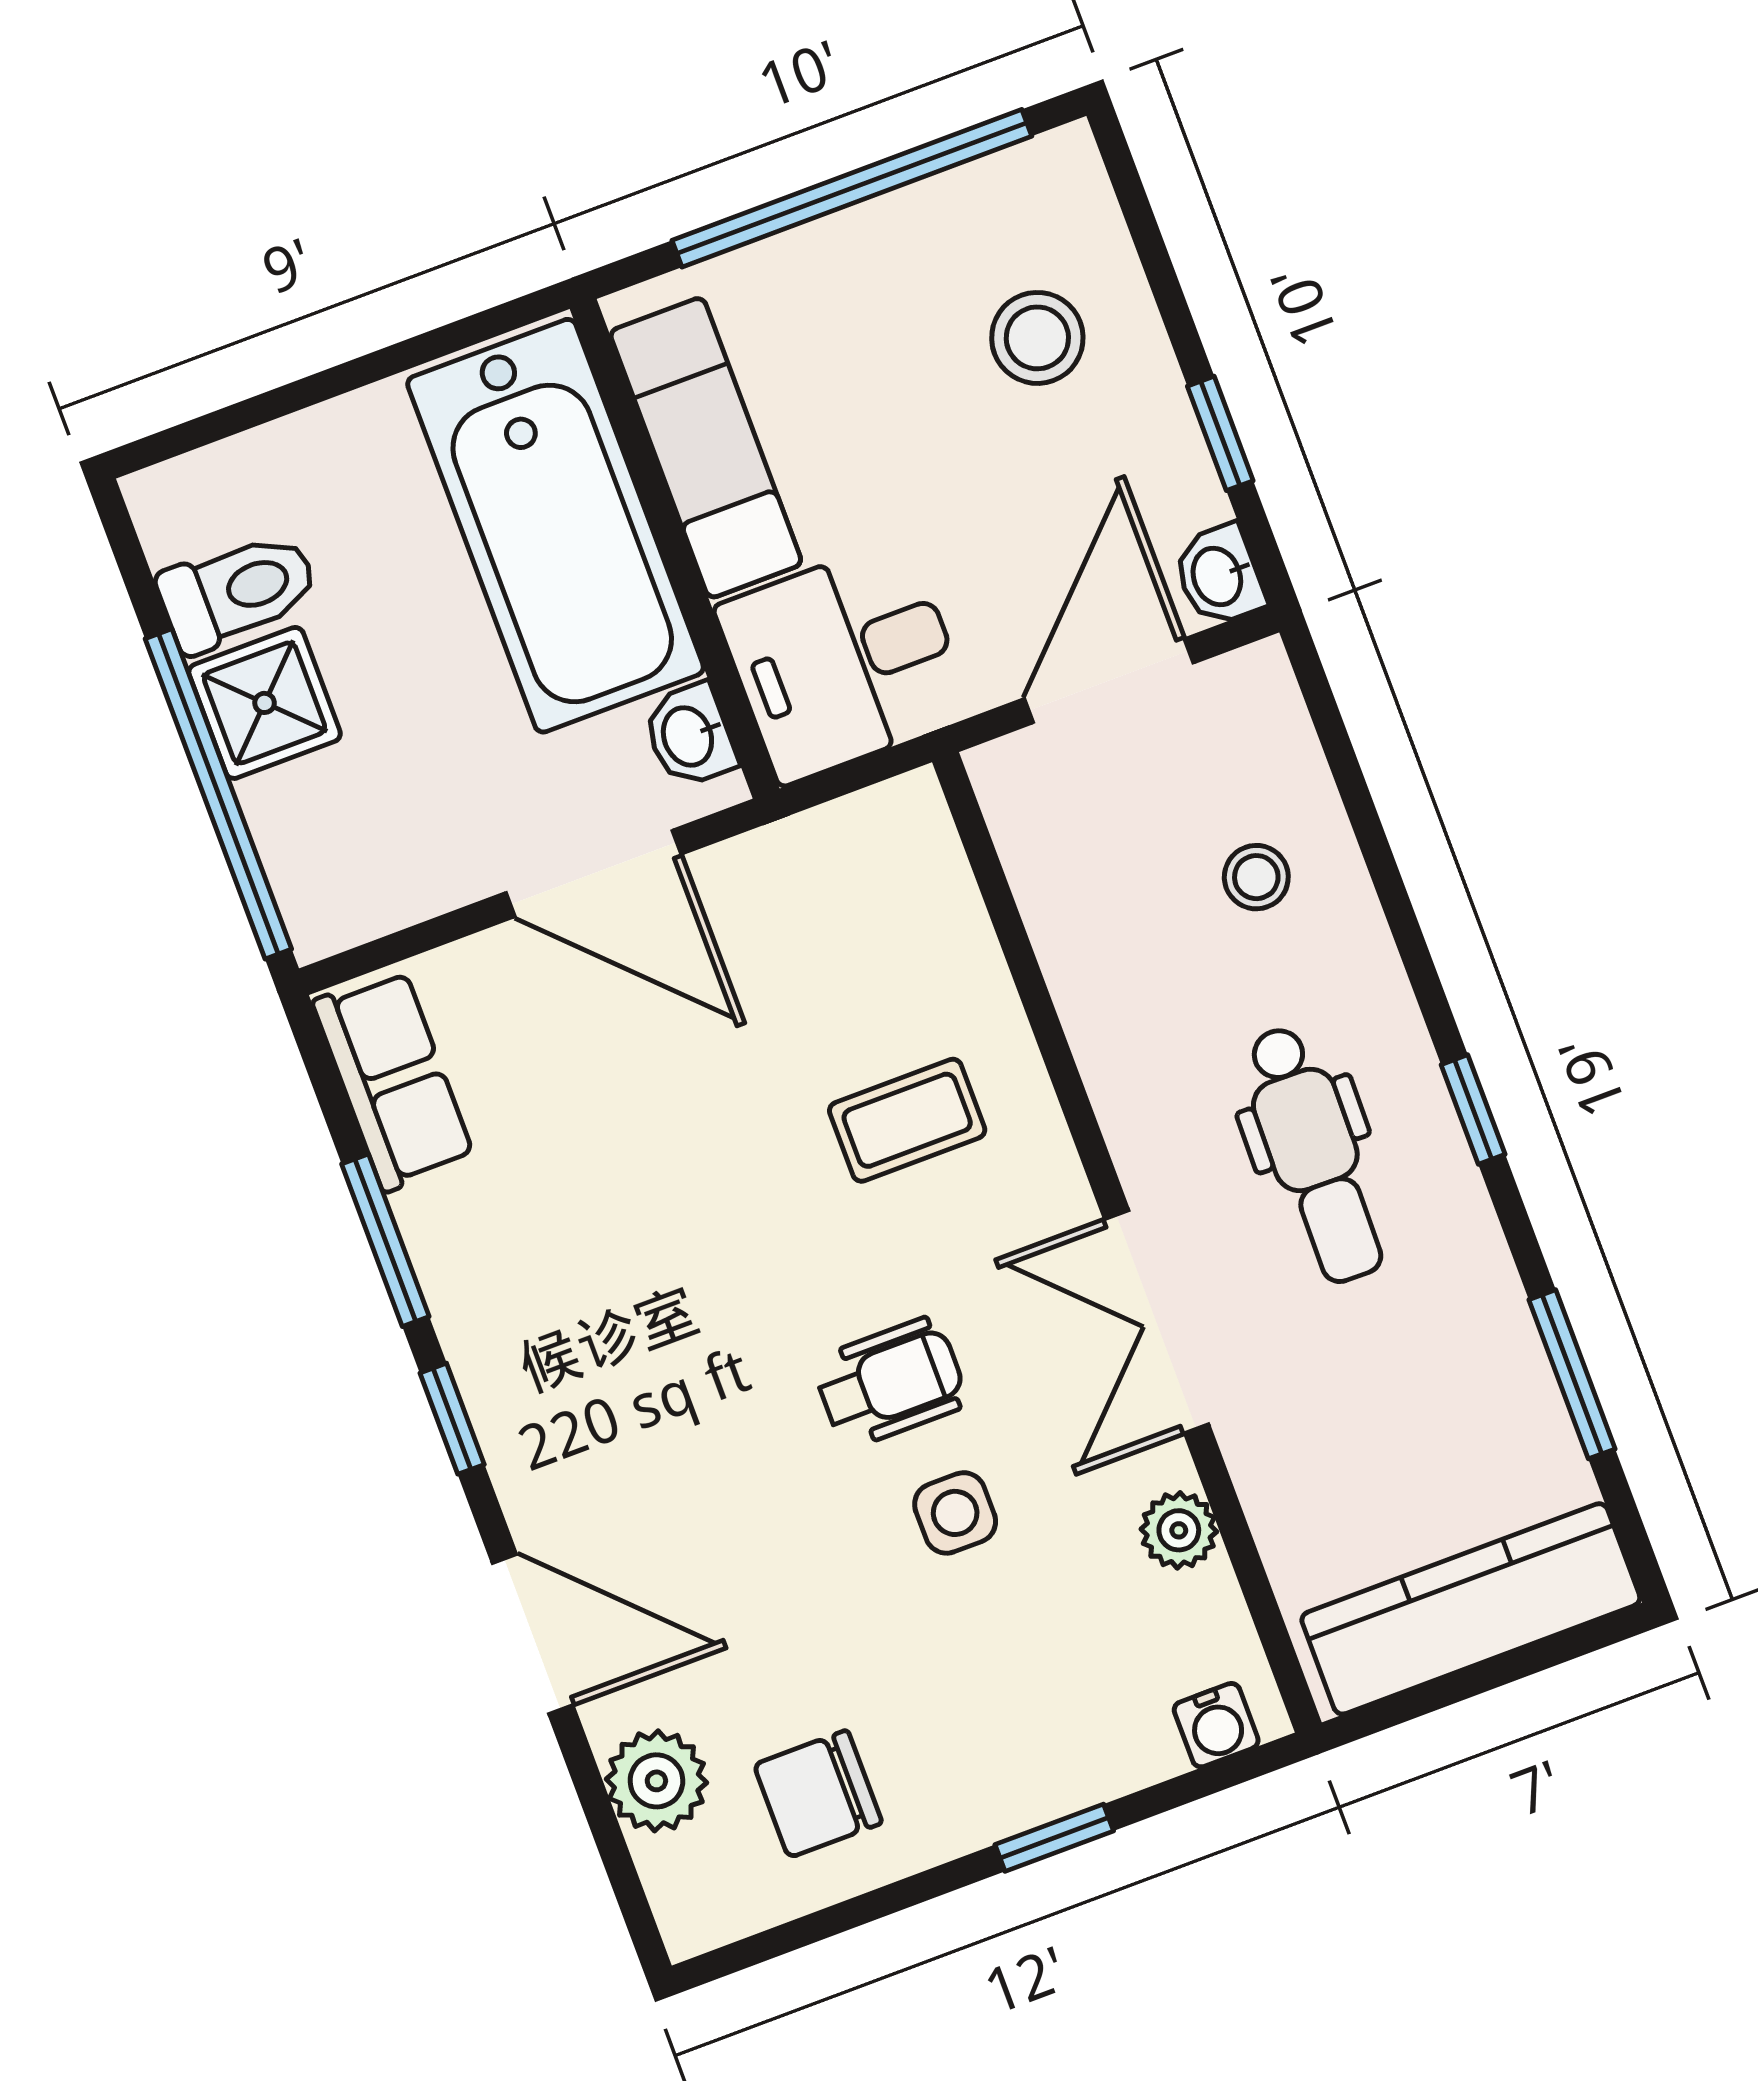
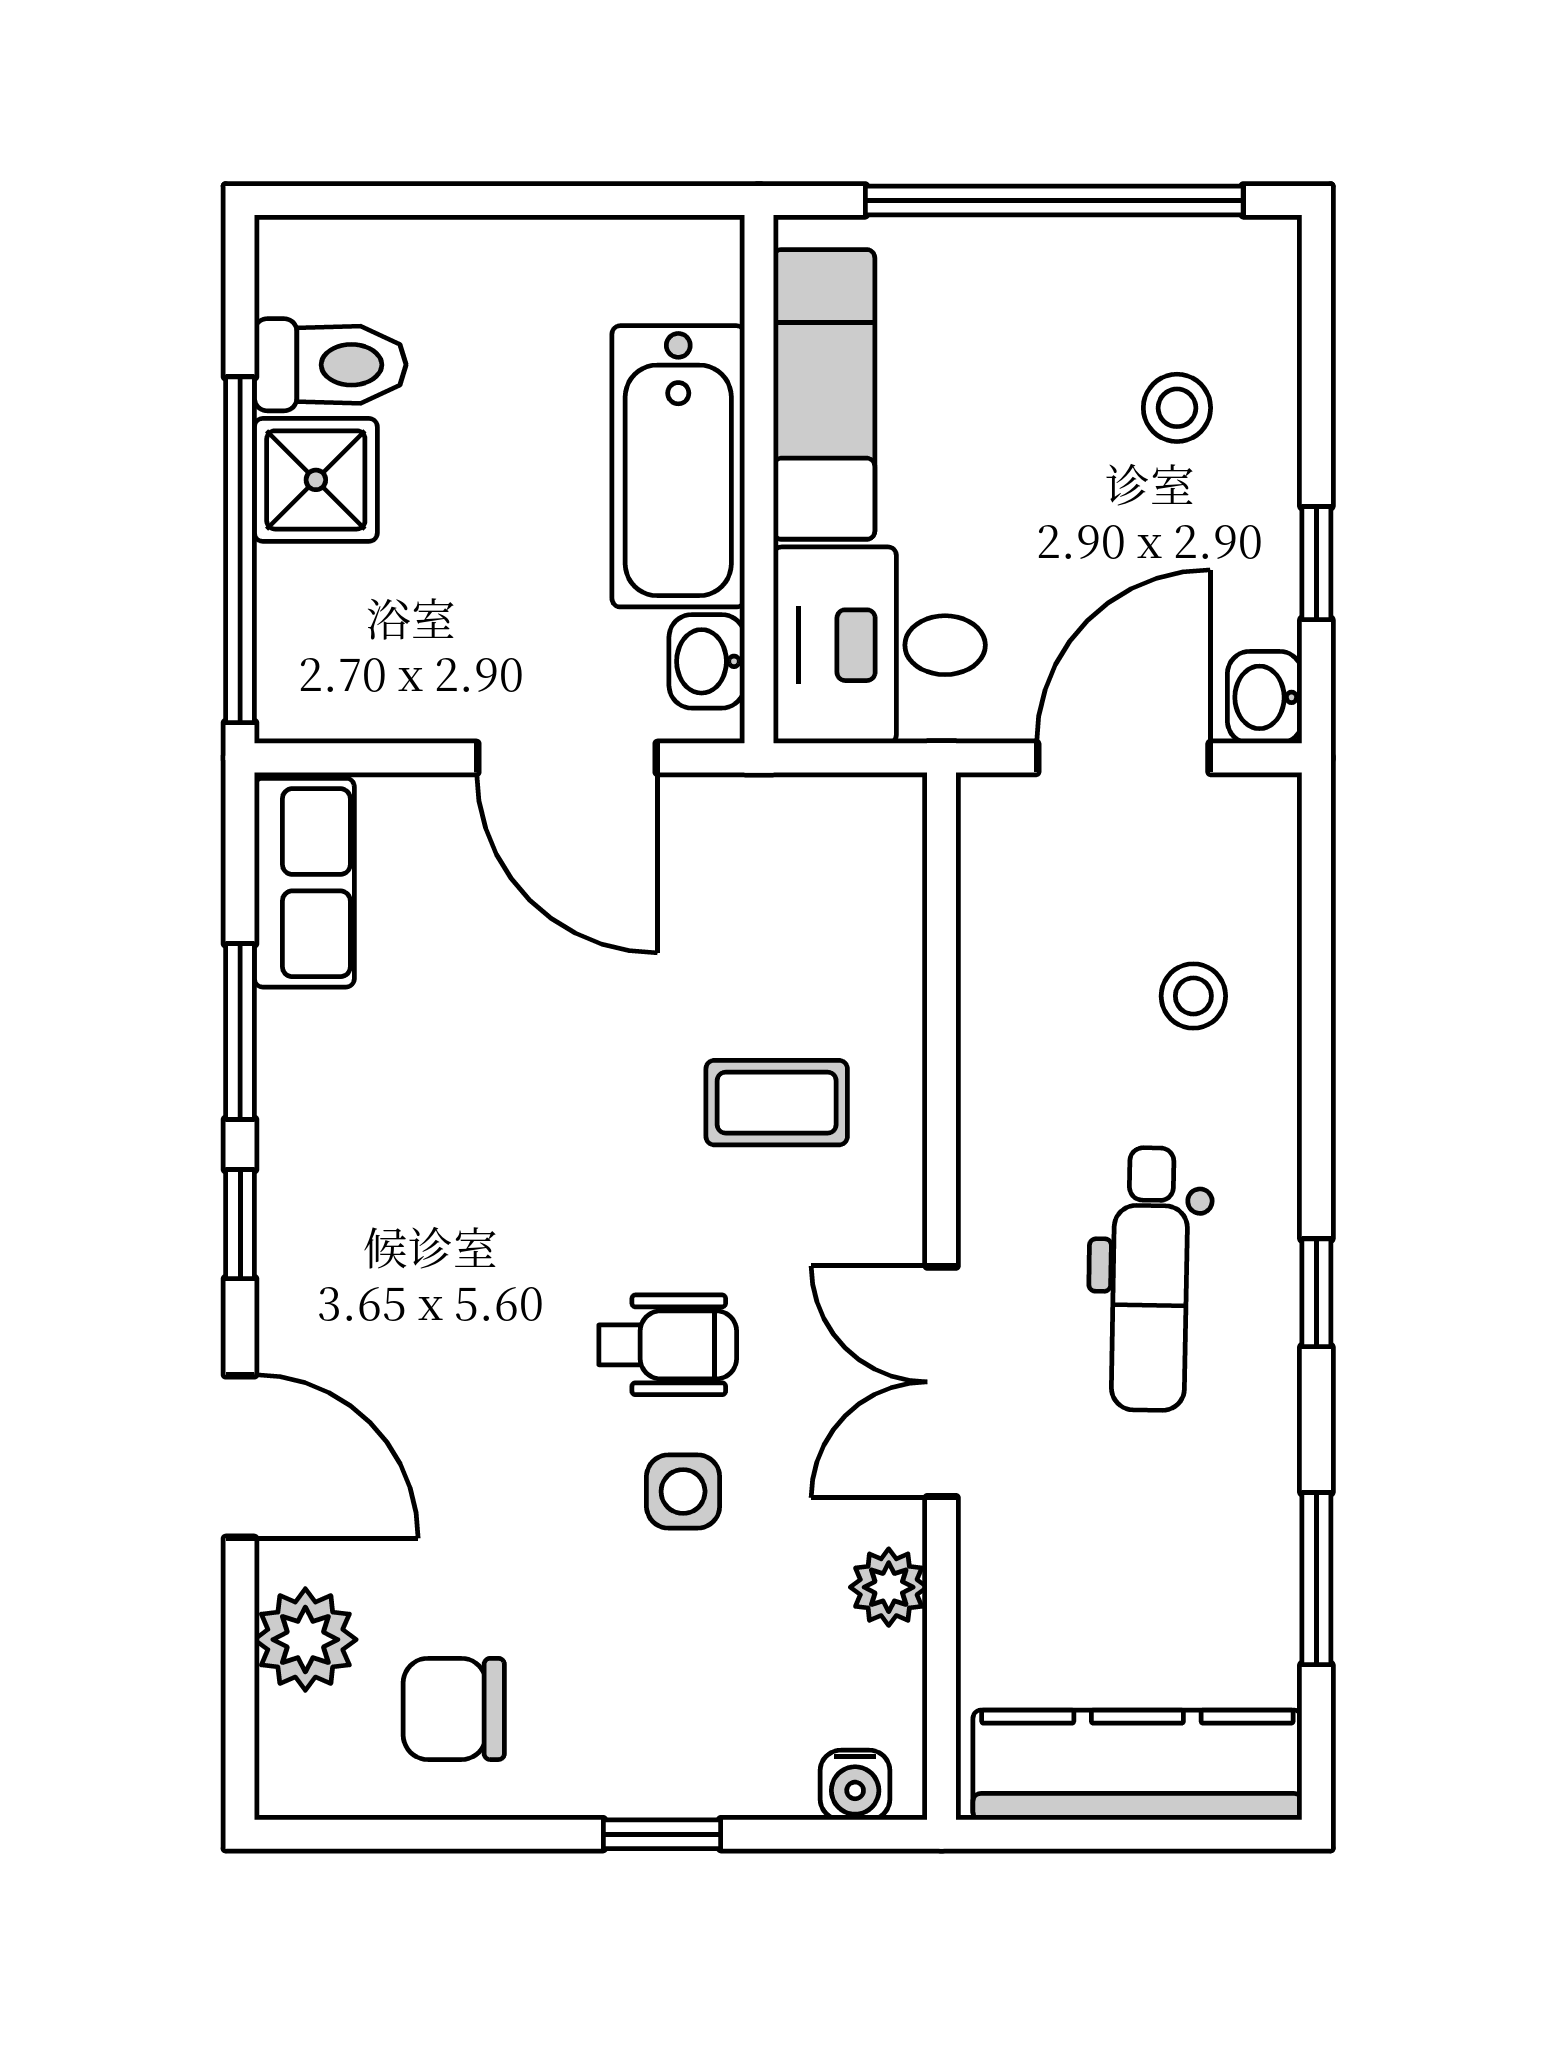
stool: (1037, 338) -> (1177, 408), width x0.73, depth x0.73
bathtub: (556, 526) -> (678, 466), width x0.73, depth x0.73

